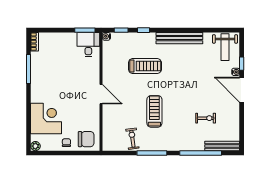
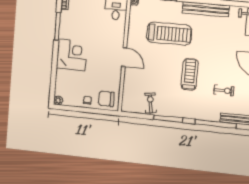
treadmill: (145, 66) -> (169, 34), width x1.37, depth x1.37
treadmill: (154, 111) -> (190, 74), moved
corner desk: (46, 118) -> (72, 55), moved
chair: (86, 139) -> (106, 99), turned 180

